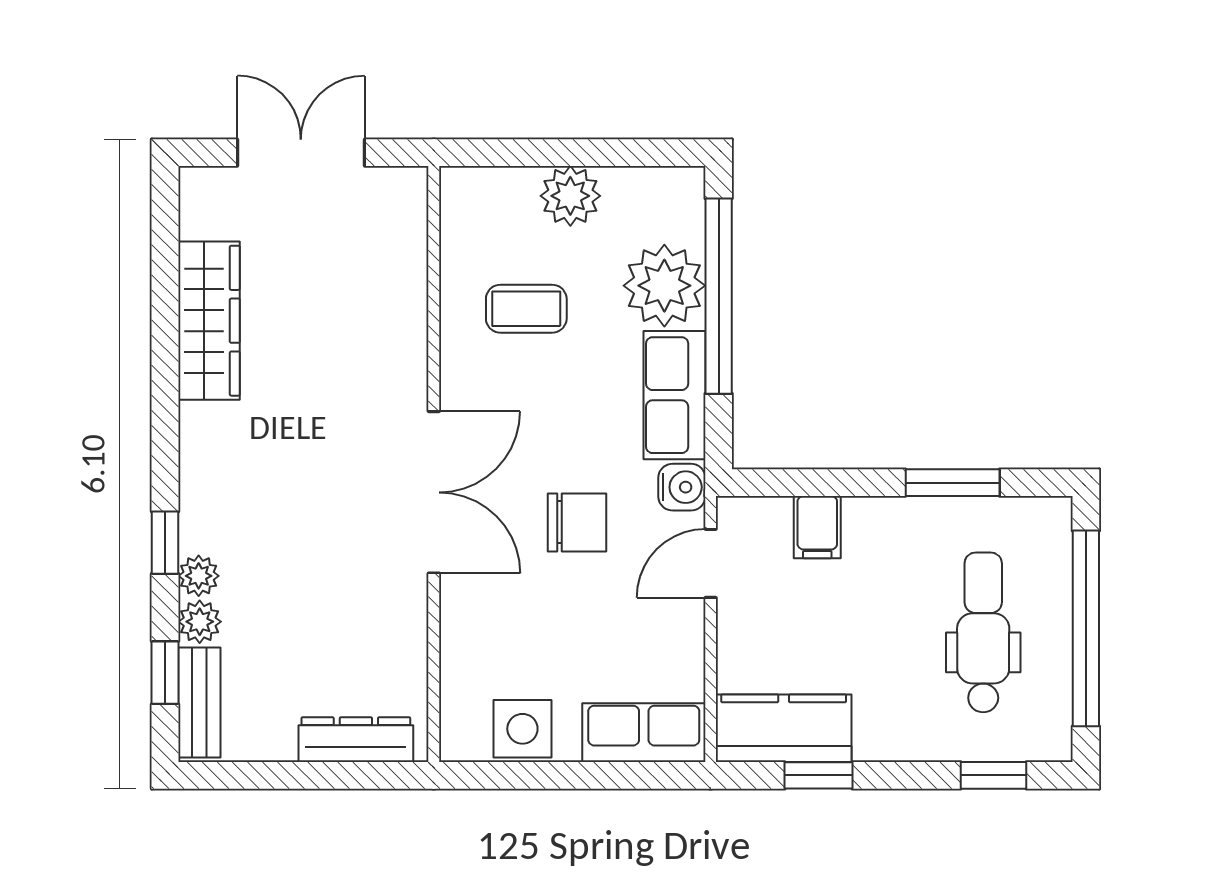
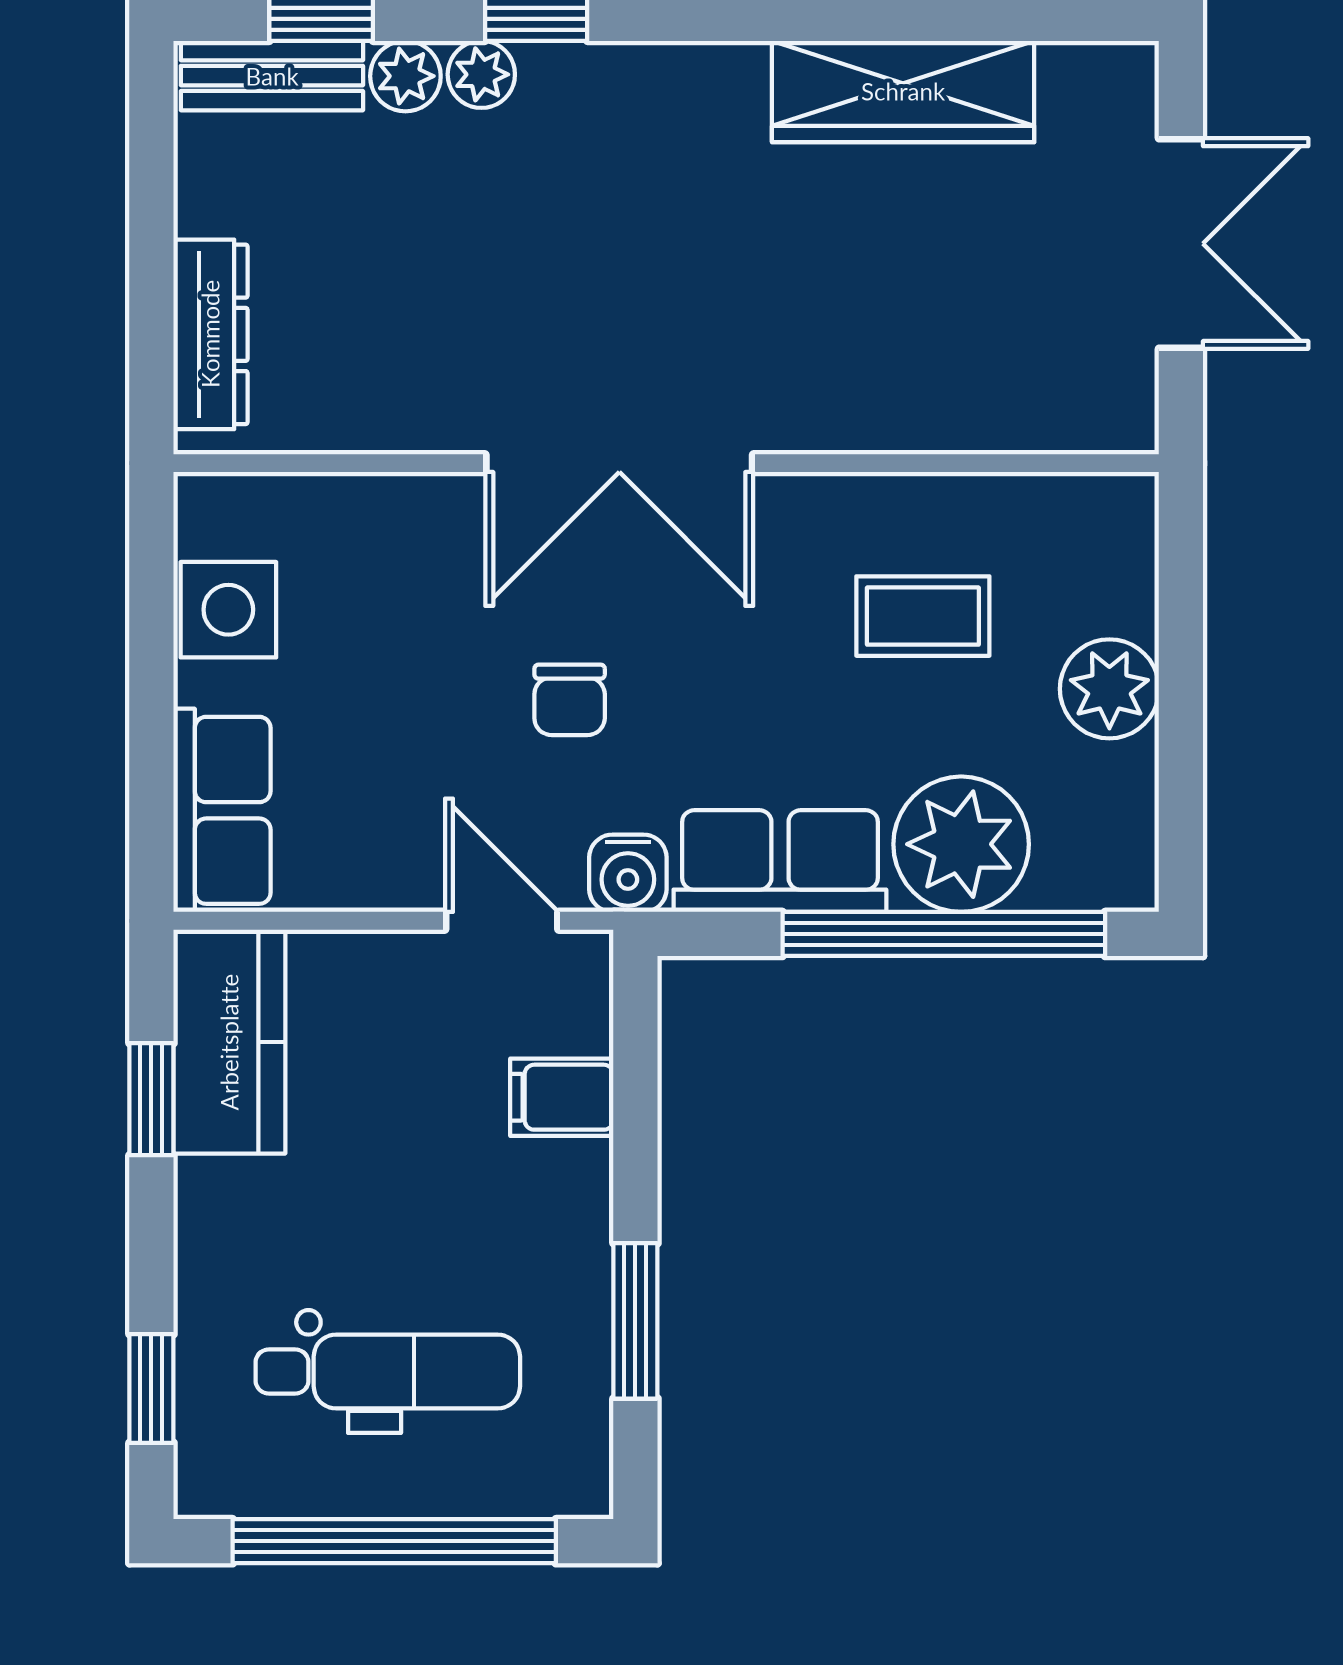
coffee table: (526, 309) -> (923, 616), turned 90
chair: (577, 522) -> (570, 700), width x0.73, depth x0.73

